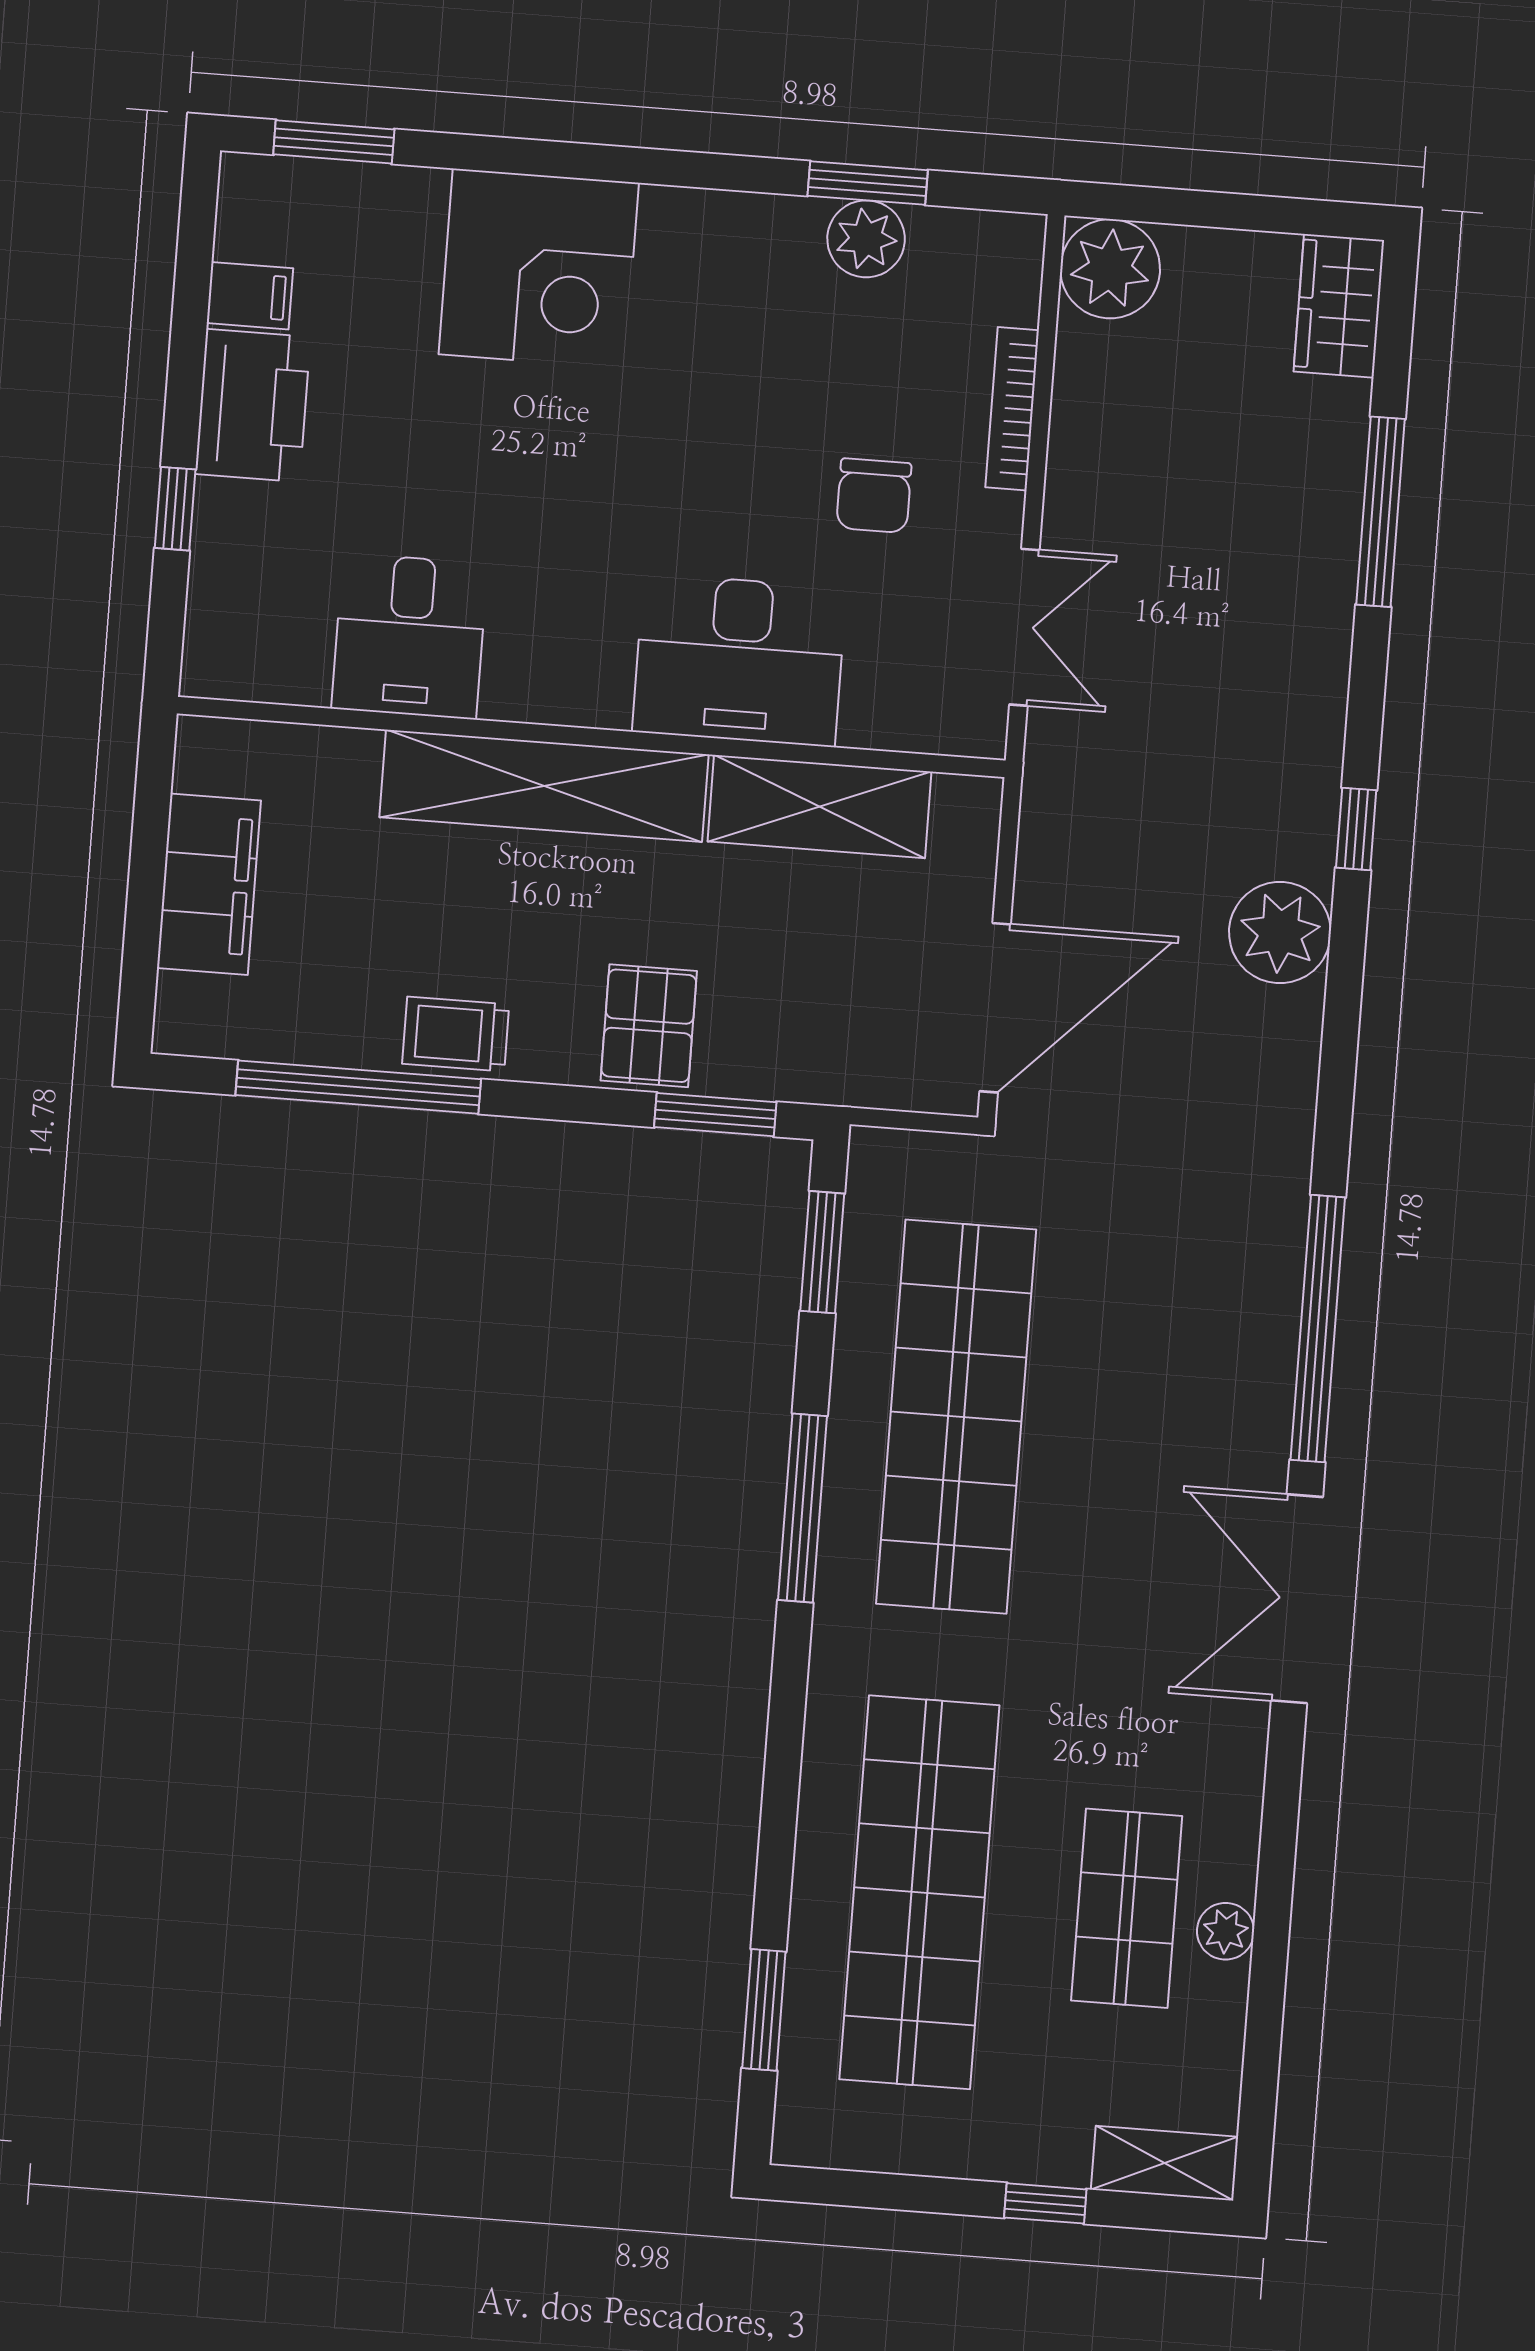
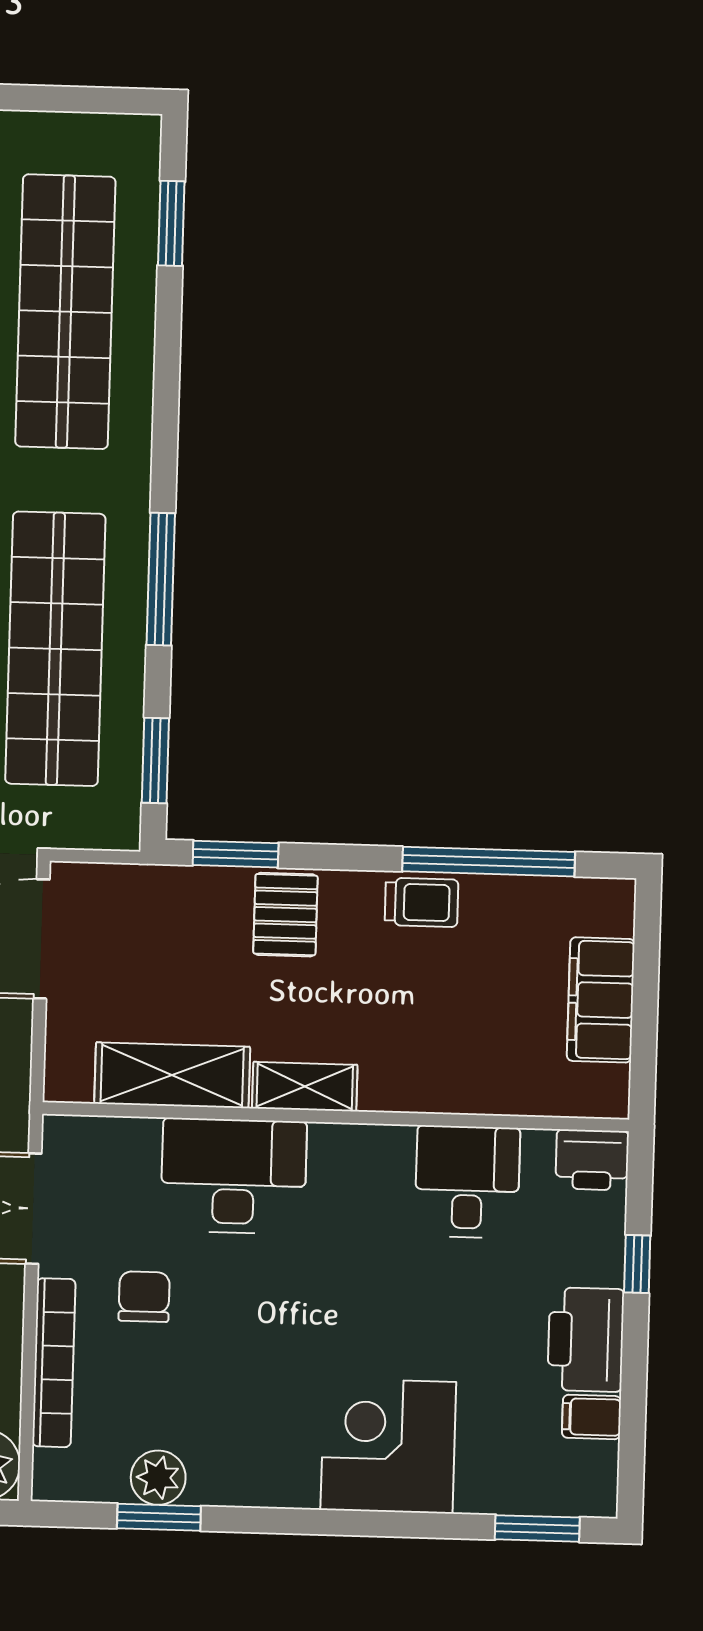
bookcase: (1012, 409) -> (54, 1363), width x1.48, depth x1.31
printer: (232, 659) -> (592, 1160), added
shelving: (544, 786) -> (305, 1087), width x0.45, depth x0.75

